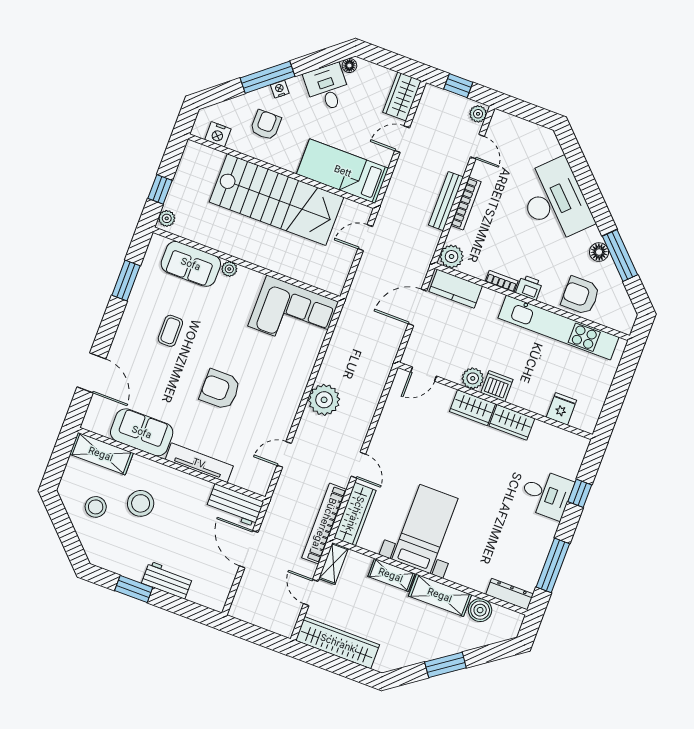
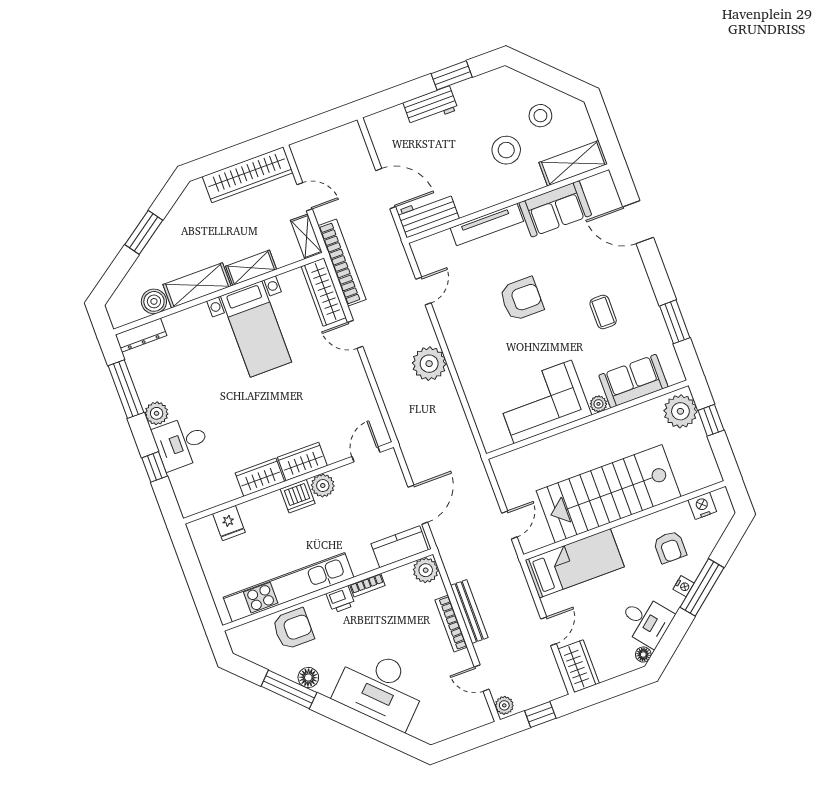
plant: (167, 218) -> (680, 411), width x1.88, depth x1.88
corner sofa: (293, 314) -> (543, 402), moved
plant: (546, 530) -> (157, 413), added

